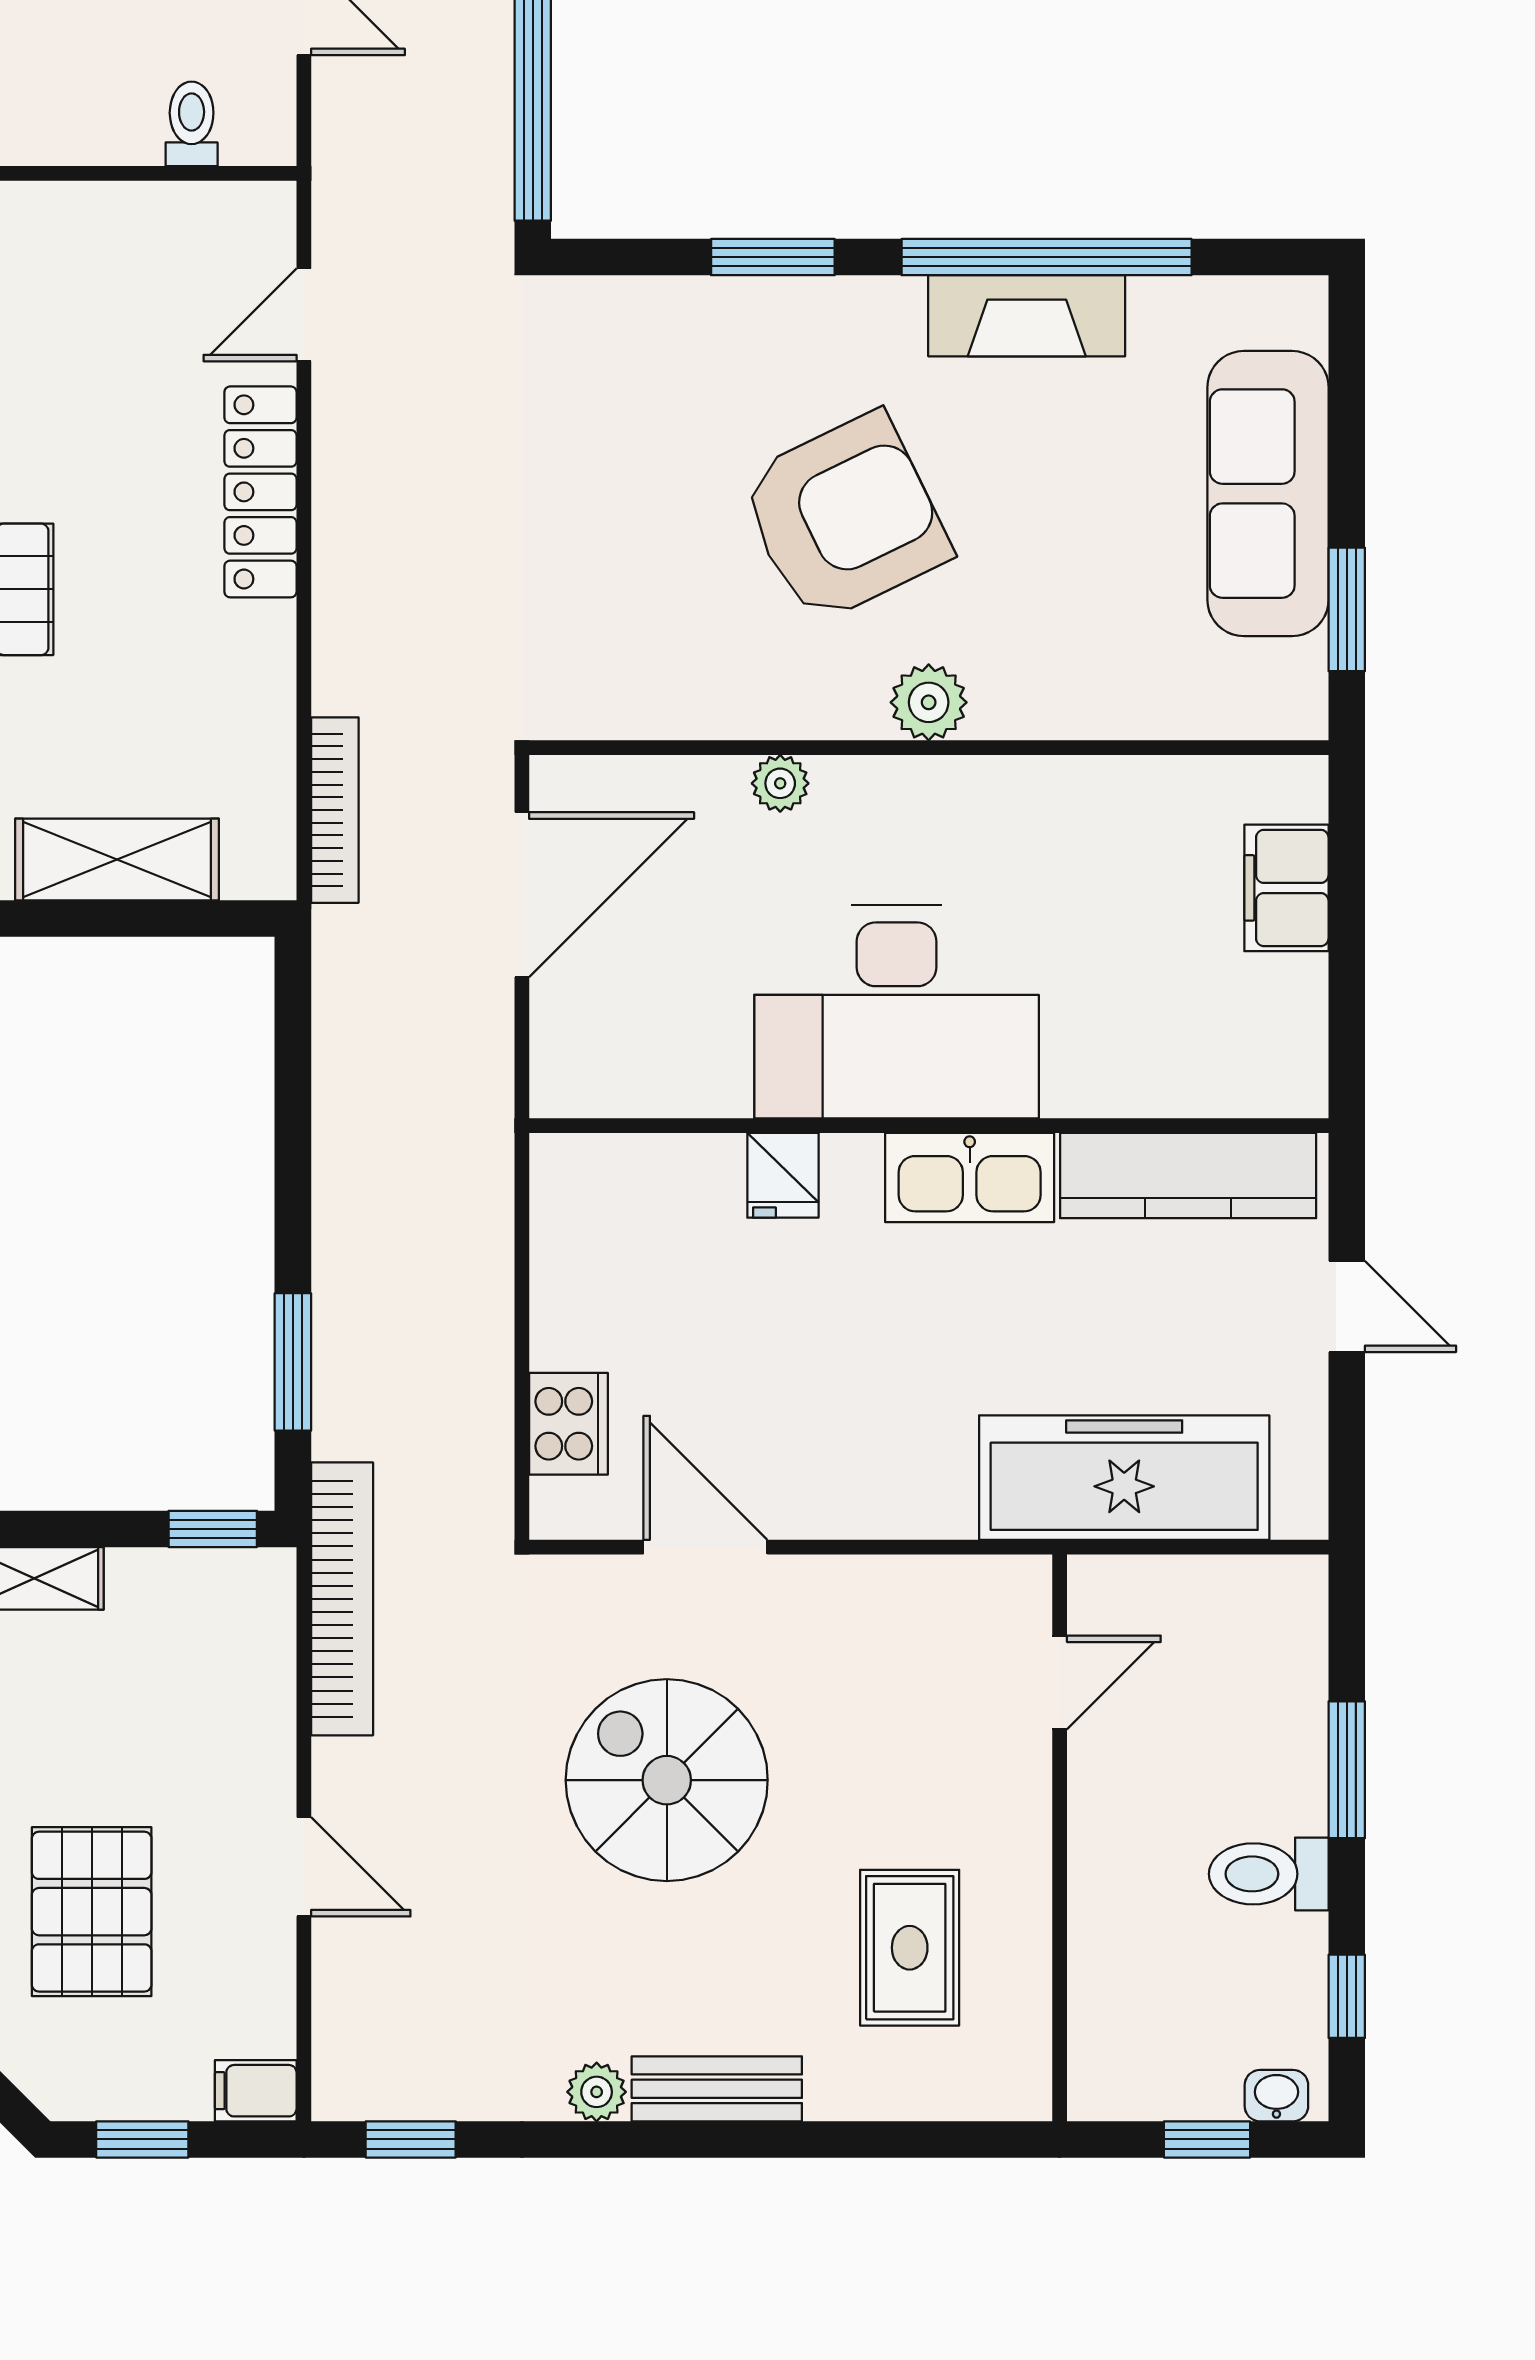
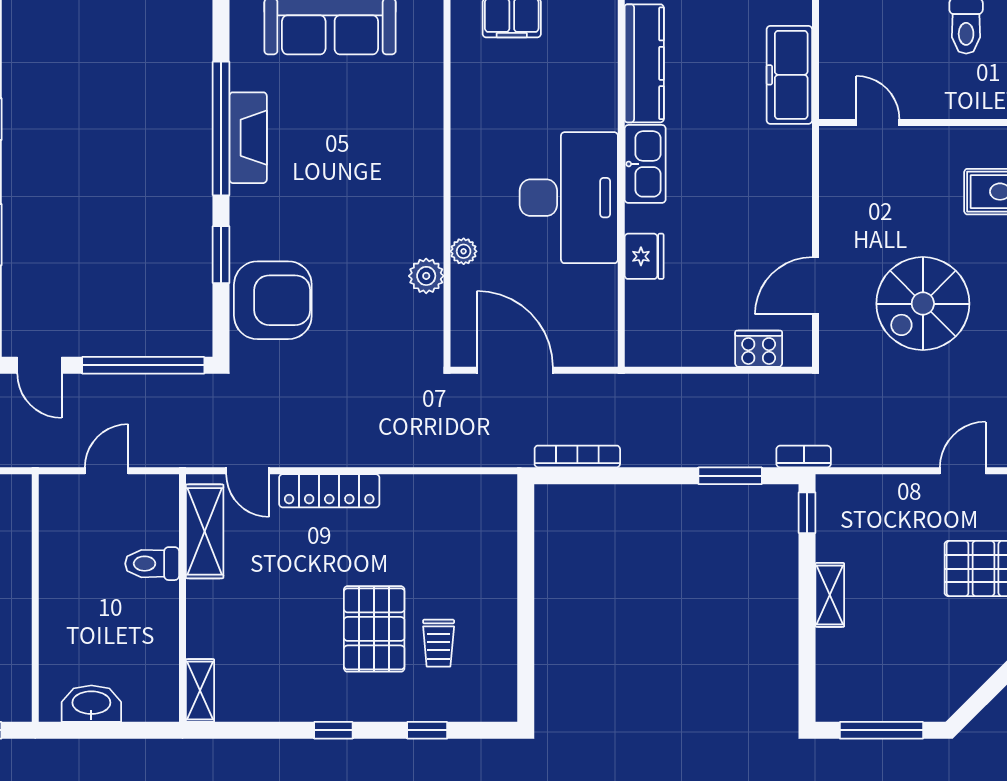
toilet: (192, 124) -> (152, 564), moved, width x1.37, depth x1.39
armchair: (844, 518) -> (273, 300), moved, turned 116
plant: (929, 702) -> (426, 276), moved
bookcase: (335, 810) -> (577, 456), moved
shelving: (117, 860) -> (205, 531), moved
fridge: (783, 1175) -> (644, 256), width x1.38
freezer: (1124, 1478) -> (789, 75), width x0.73, depth x0.79
bookcase: (342, 1599) -> (804, 457), width x0.43, depth x0.76

